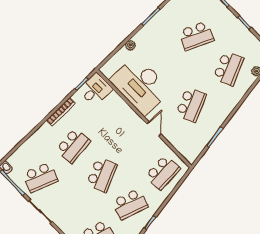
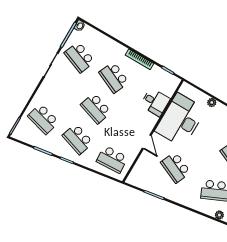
desk: (95, 90) -> (155, 102), moved
school desk: (191, 105) -> (176, 167), turned 48
door: (154, 129) -> (147, 142), hinge flipped
school desk: (73, 145) -> (114, 77), turned 30
school desk: (102, 175) -> (96, 108), turned 42

